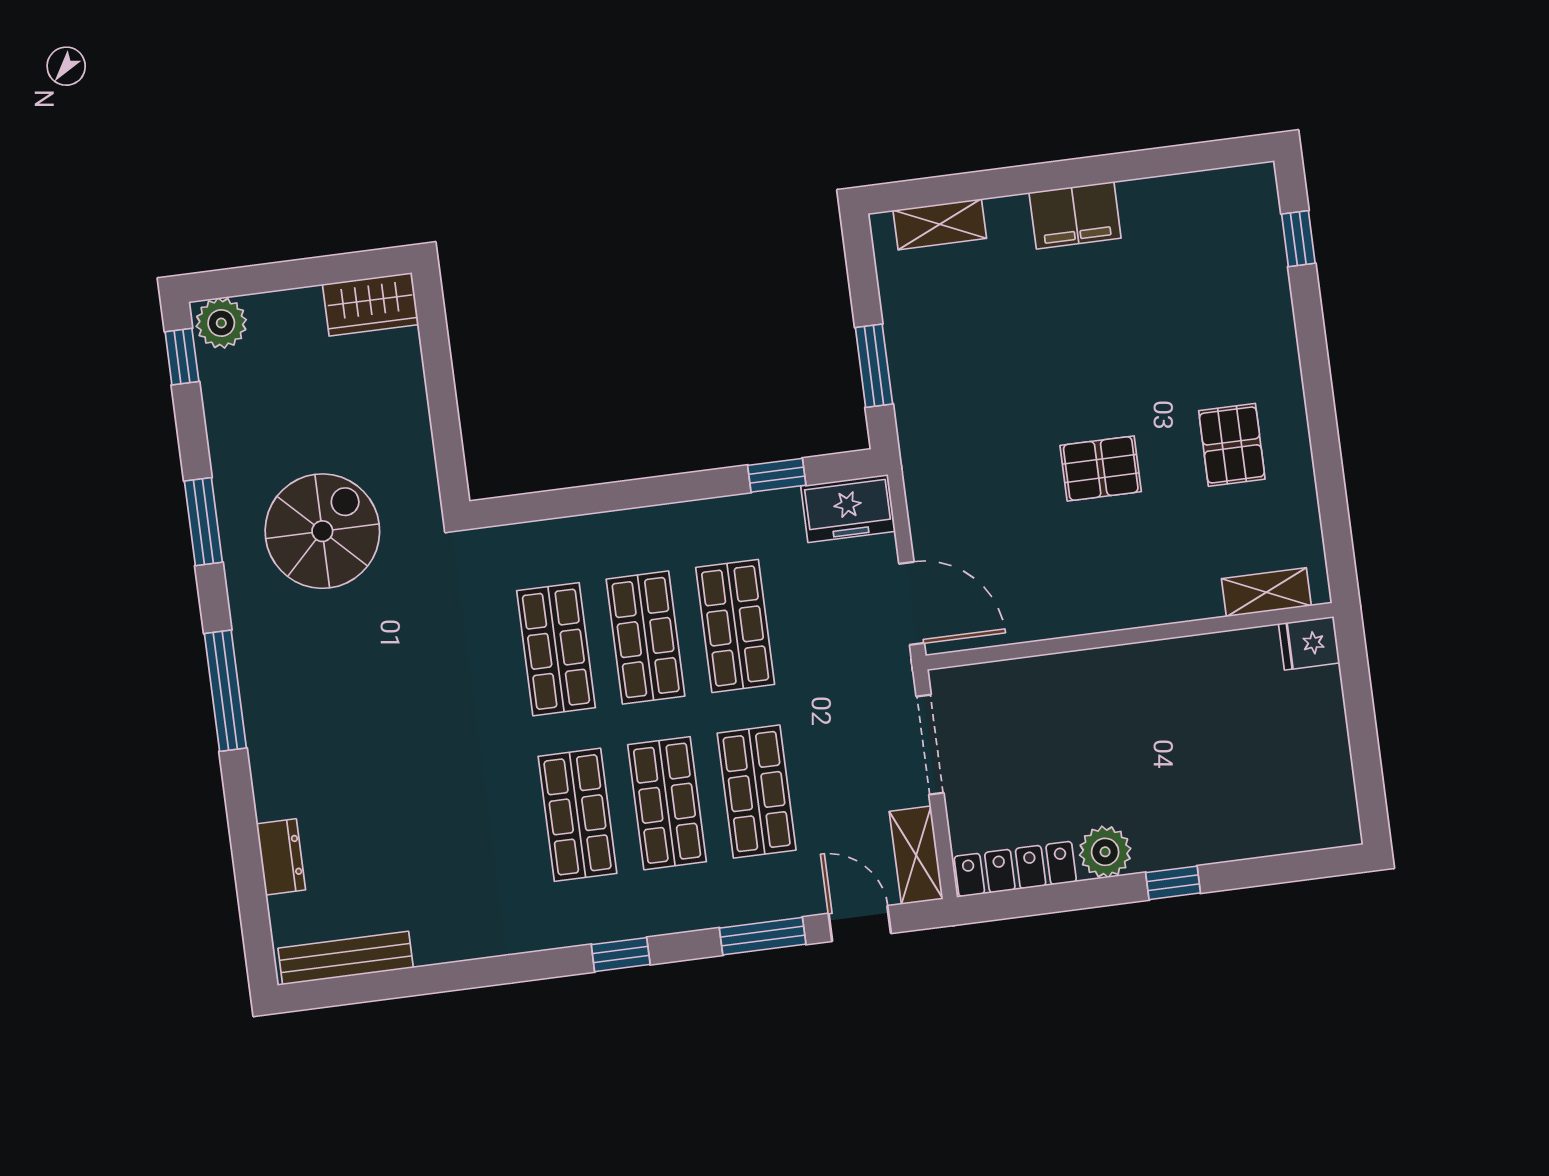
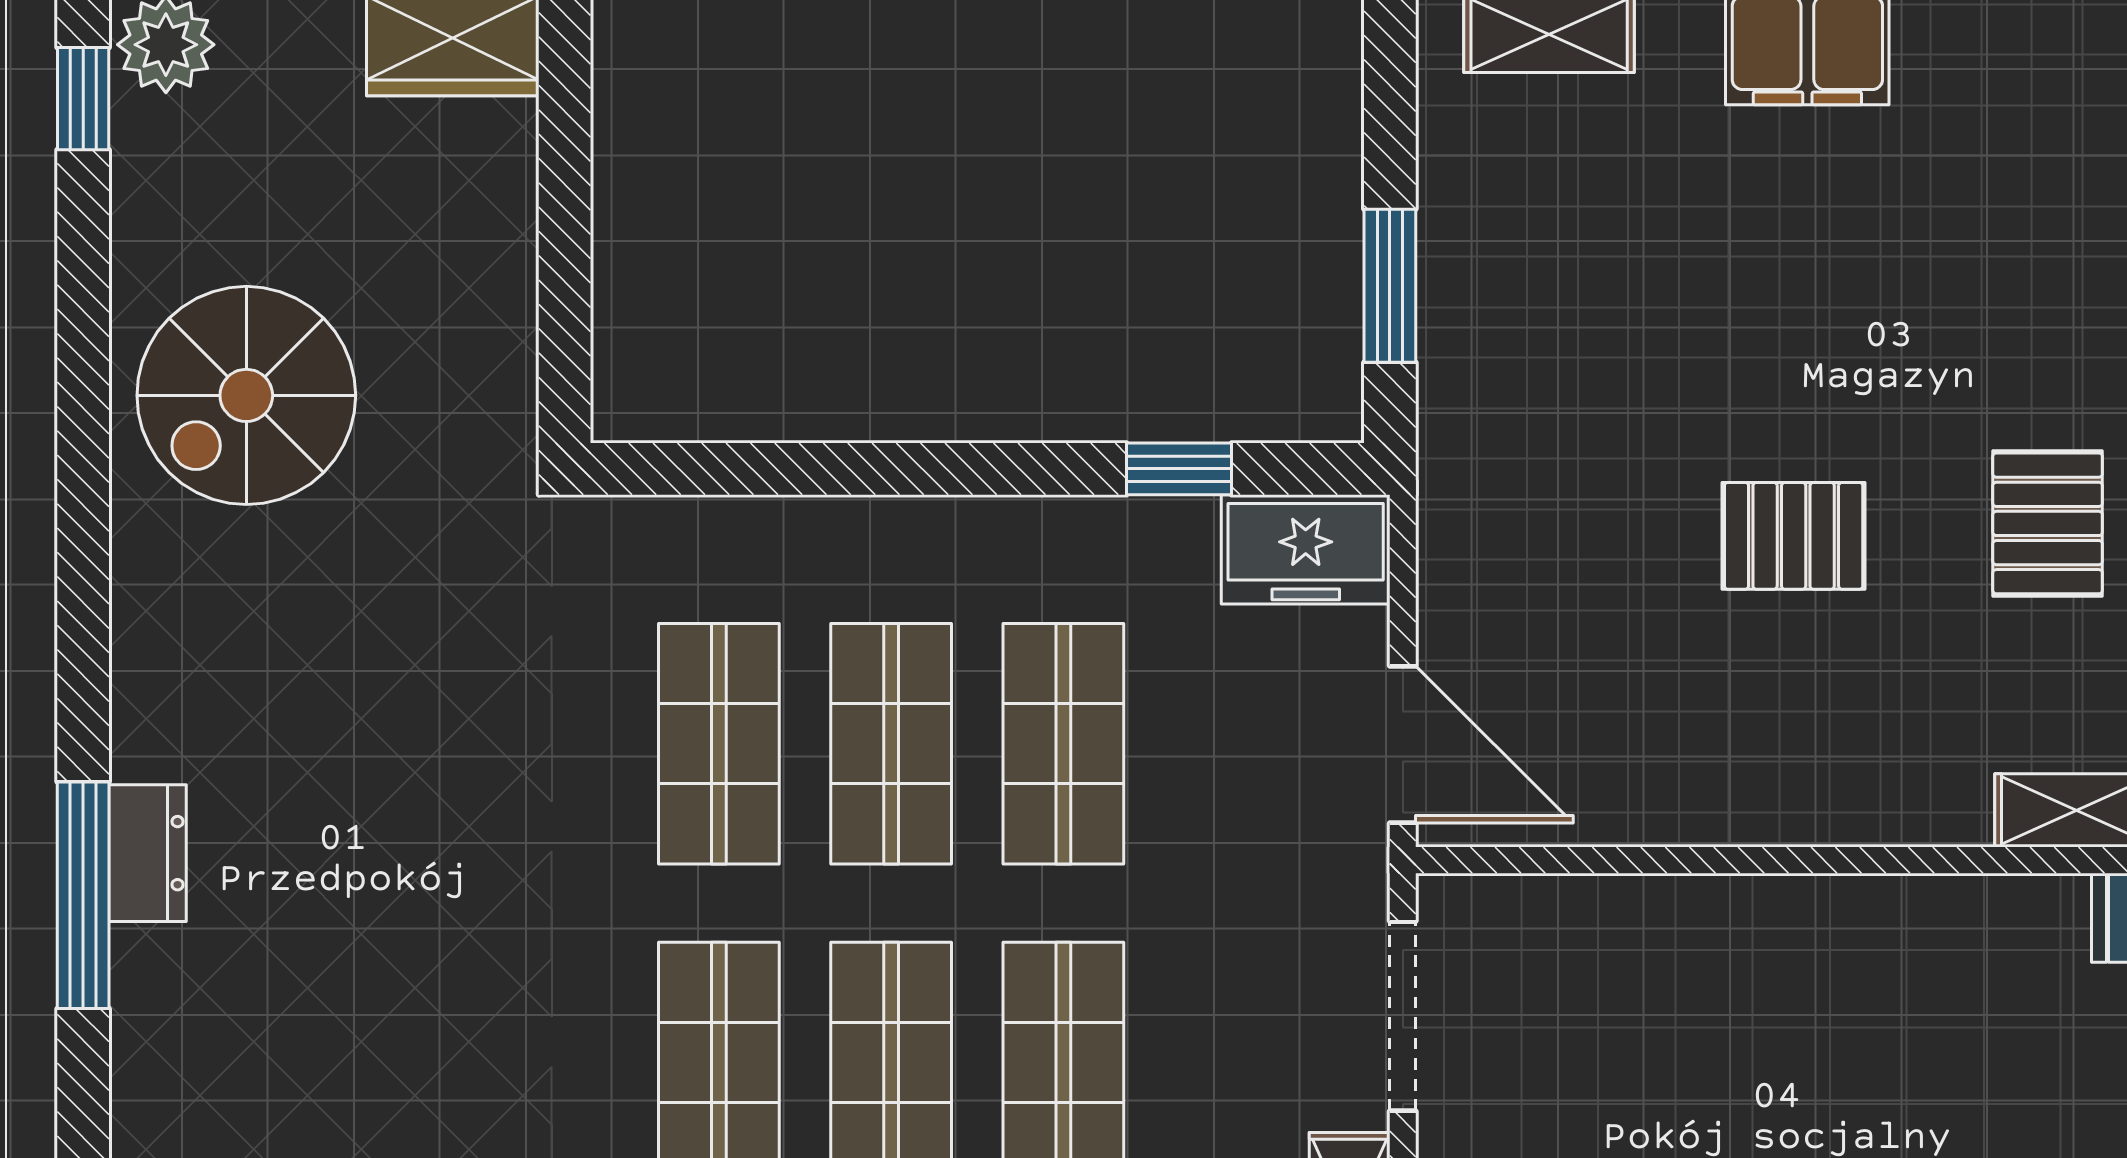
window: (203, 522) -> (83, 416), removed
spiral stairs: (322, 531) -> (246, 395), moved, turned 180
window: (225, 691) -> (83, 895), moved
dresser: (281, 857) -> (147, 853), moved

